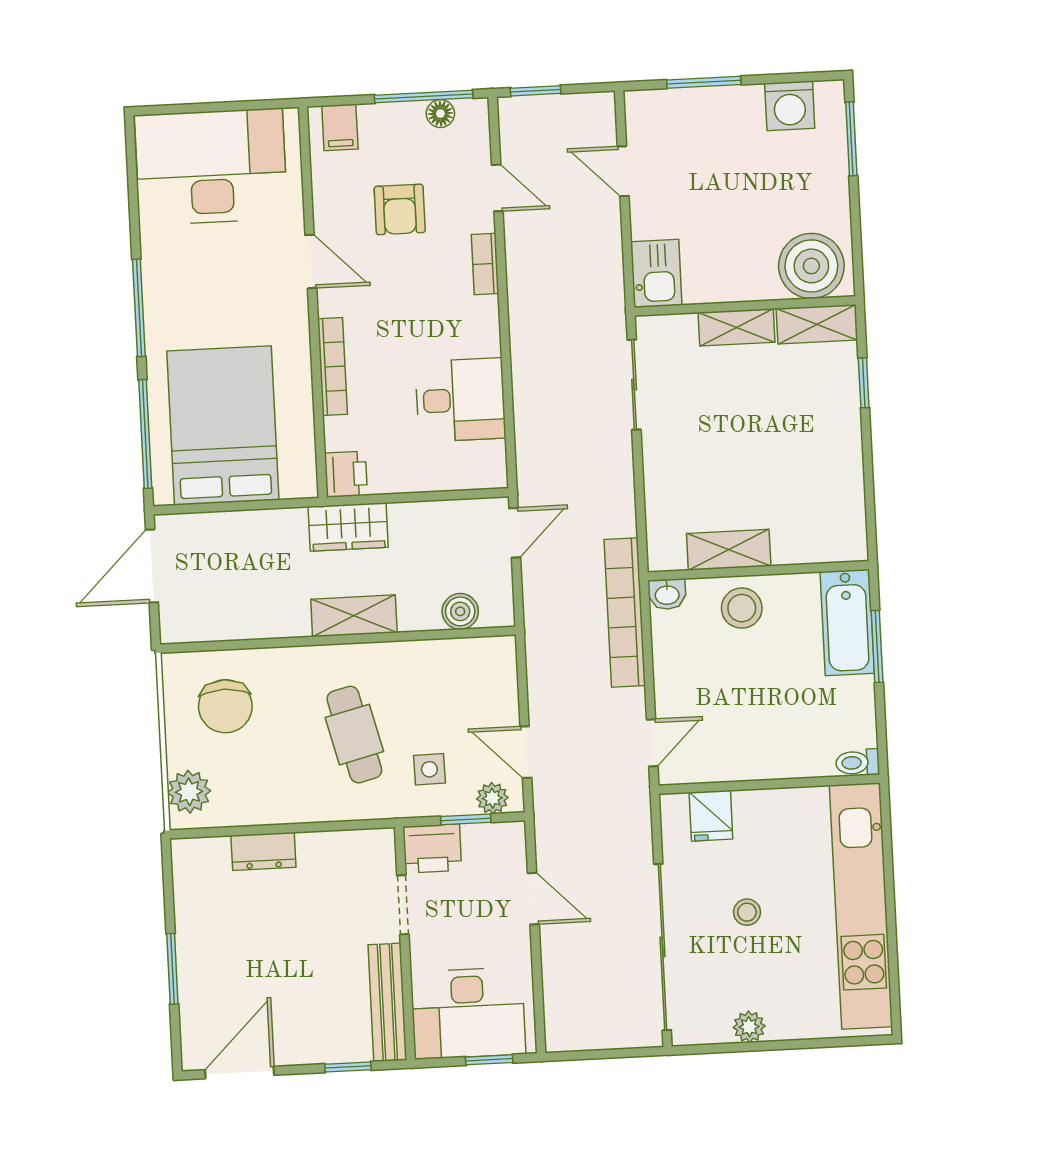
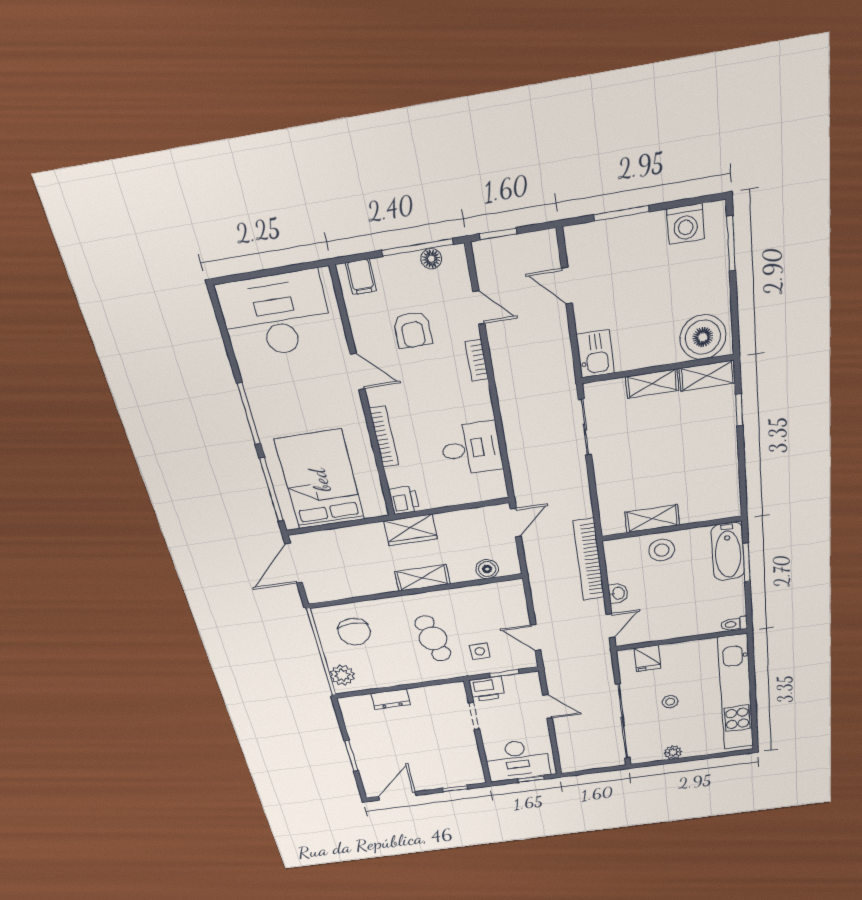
washbasin: (667, 594) -> (618, 593), moved, turned -90
plant: (492, 798) -> (519, 662), removed
bench: (387, 1002) -> (472, 760), removed

